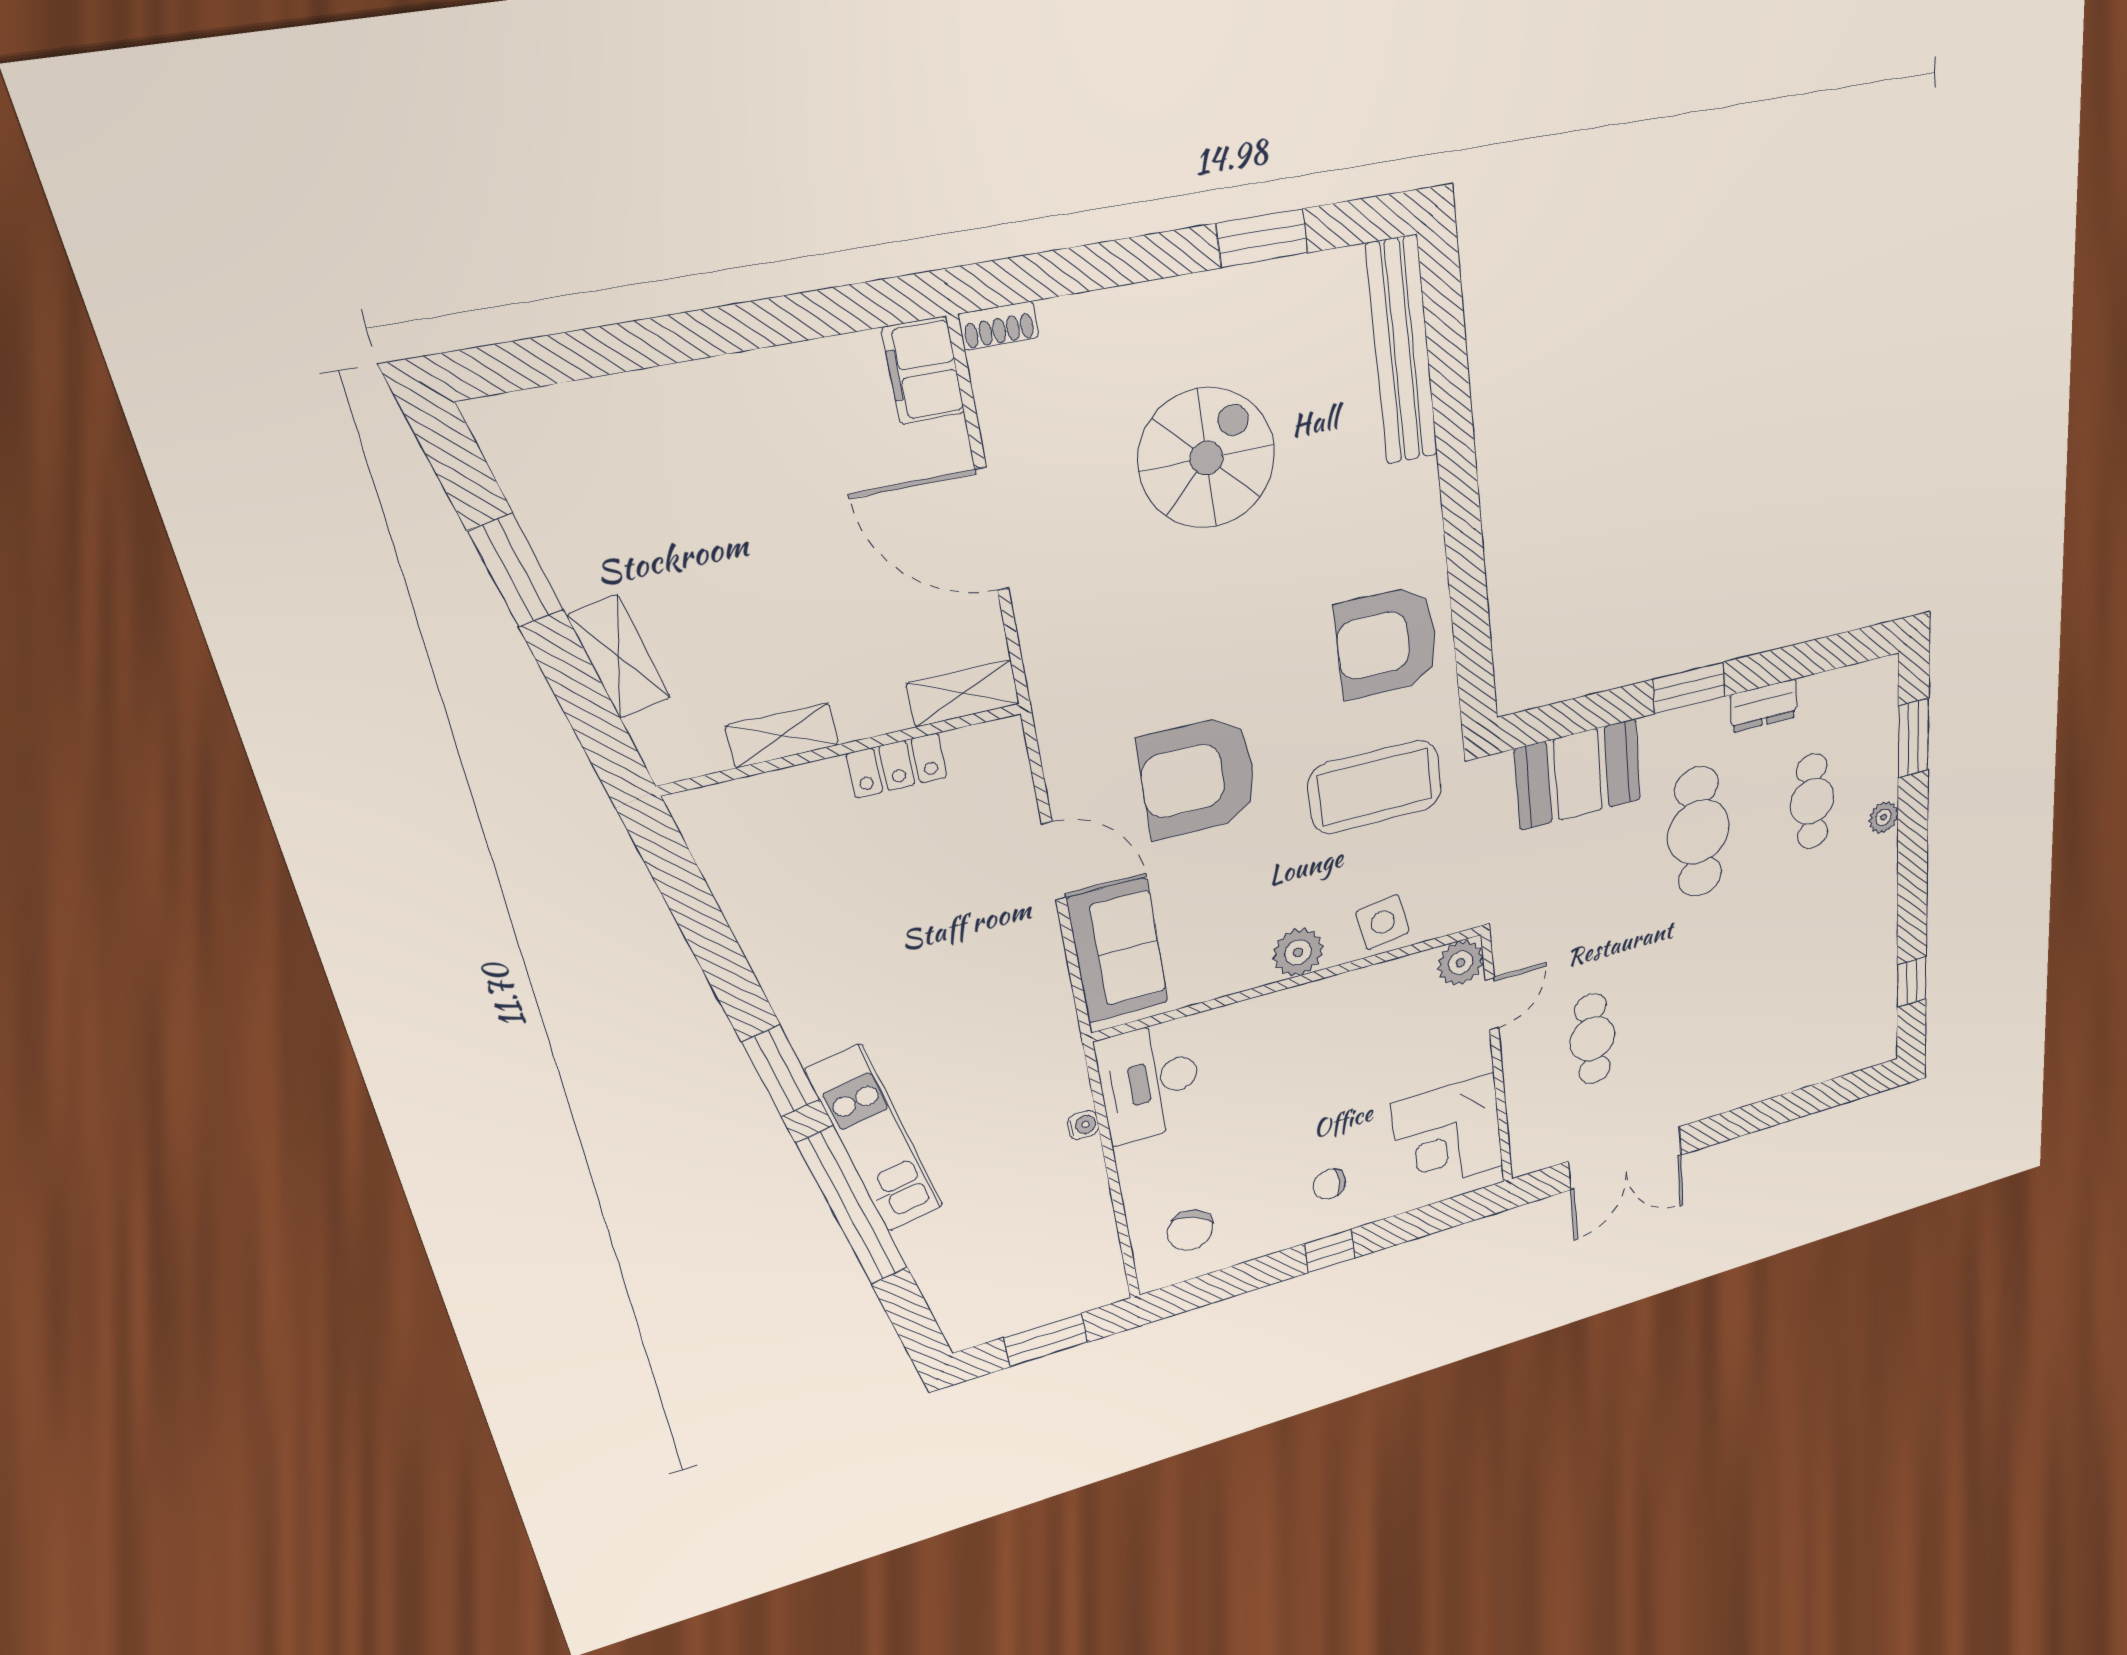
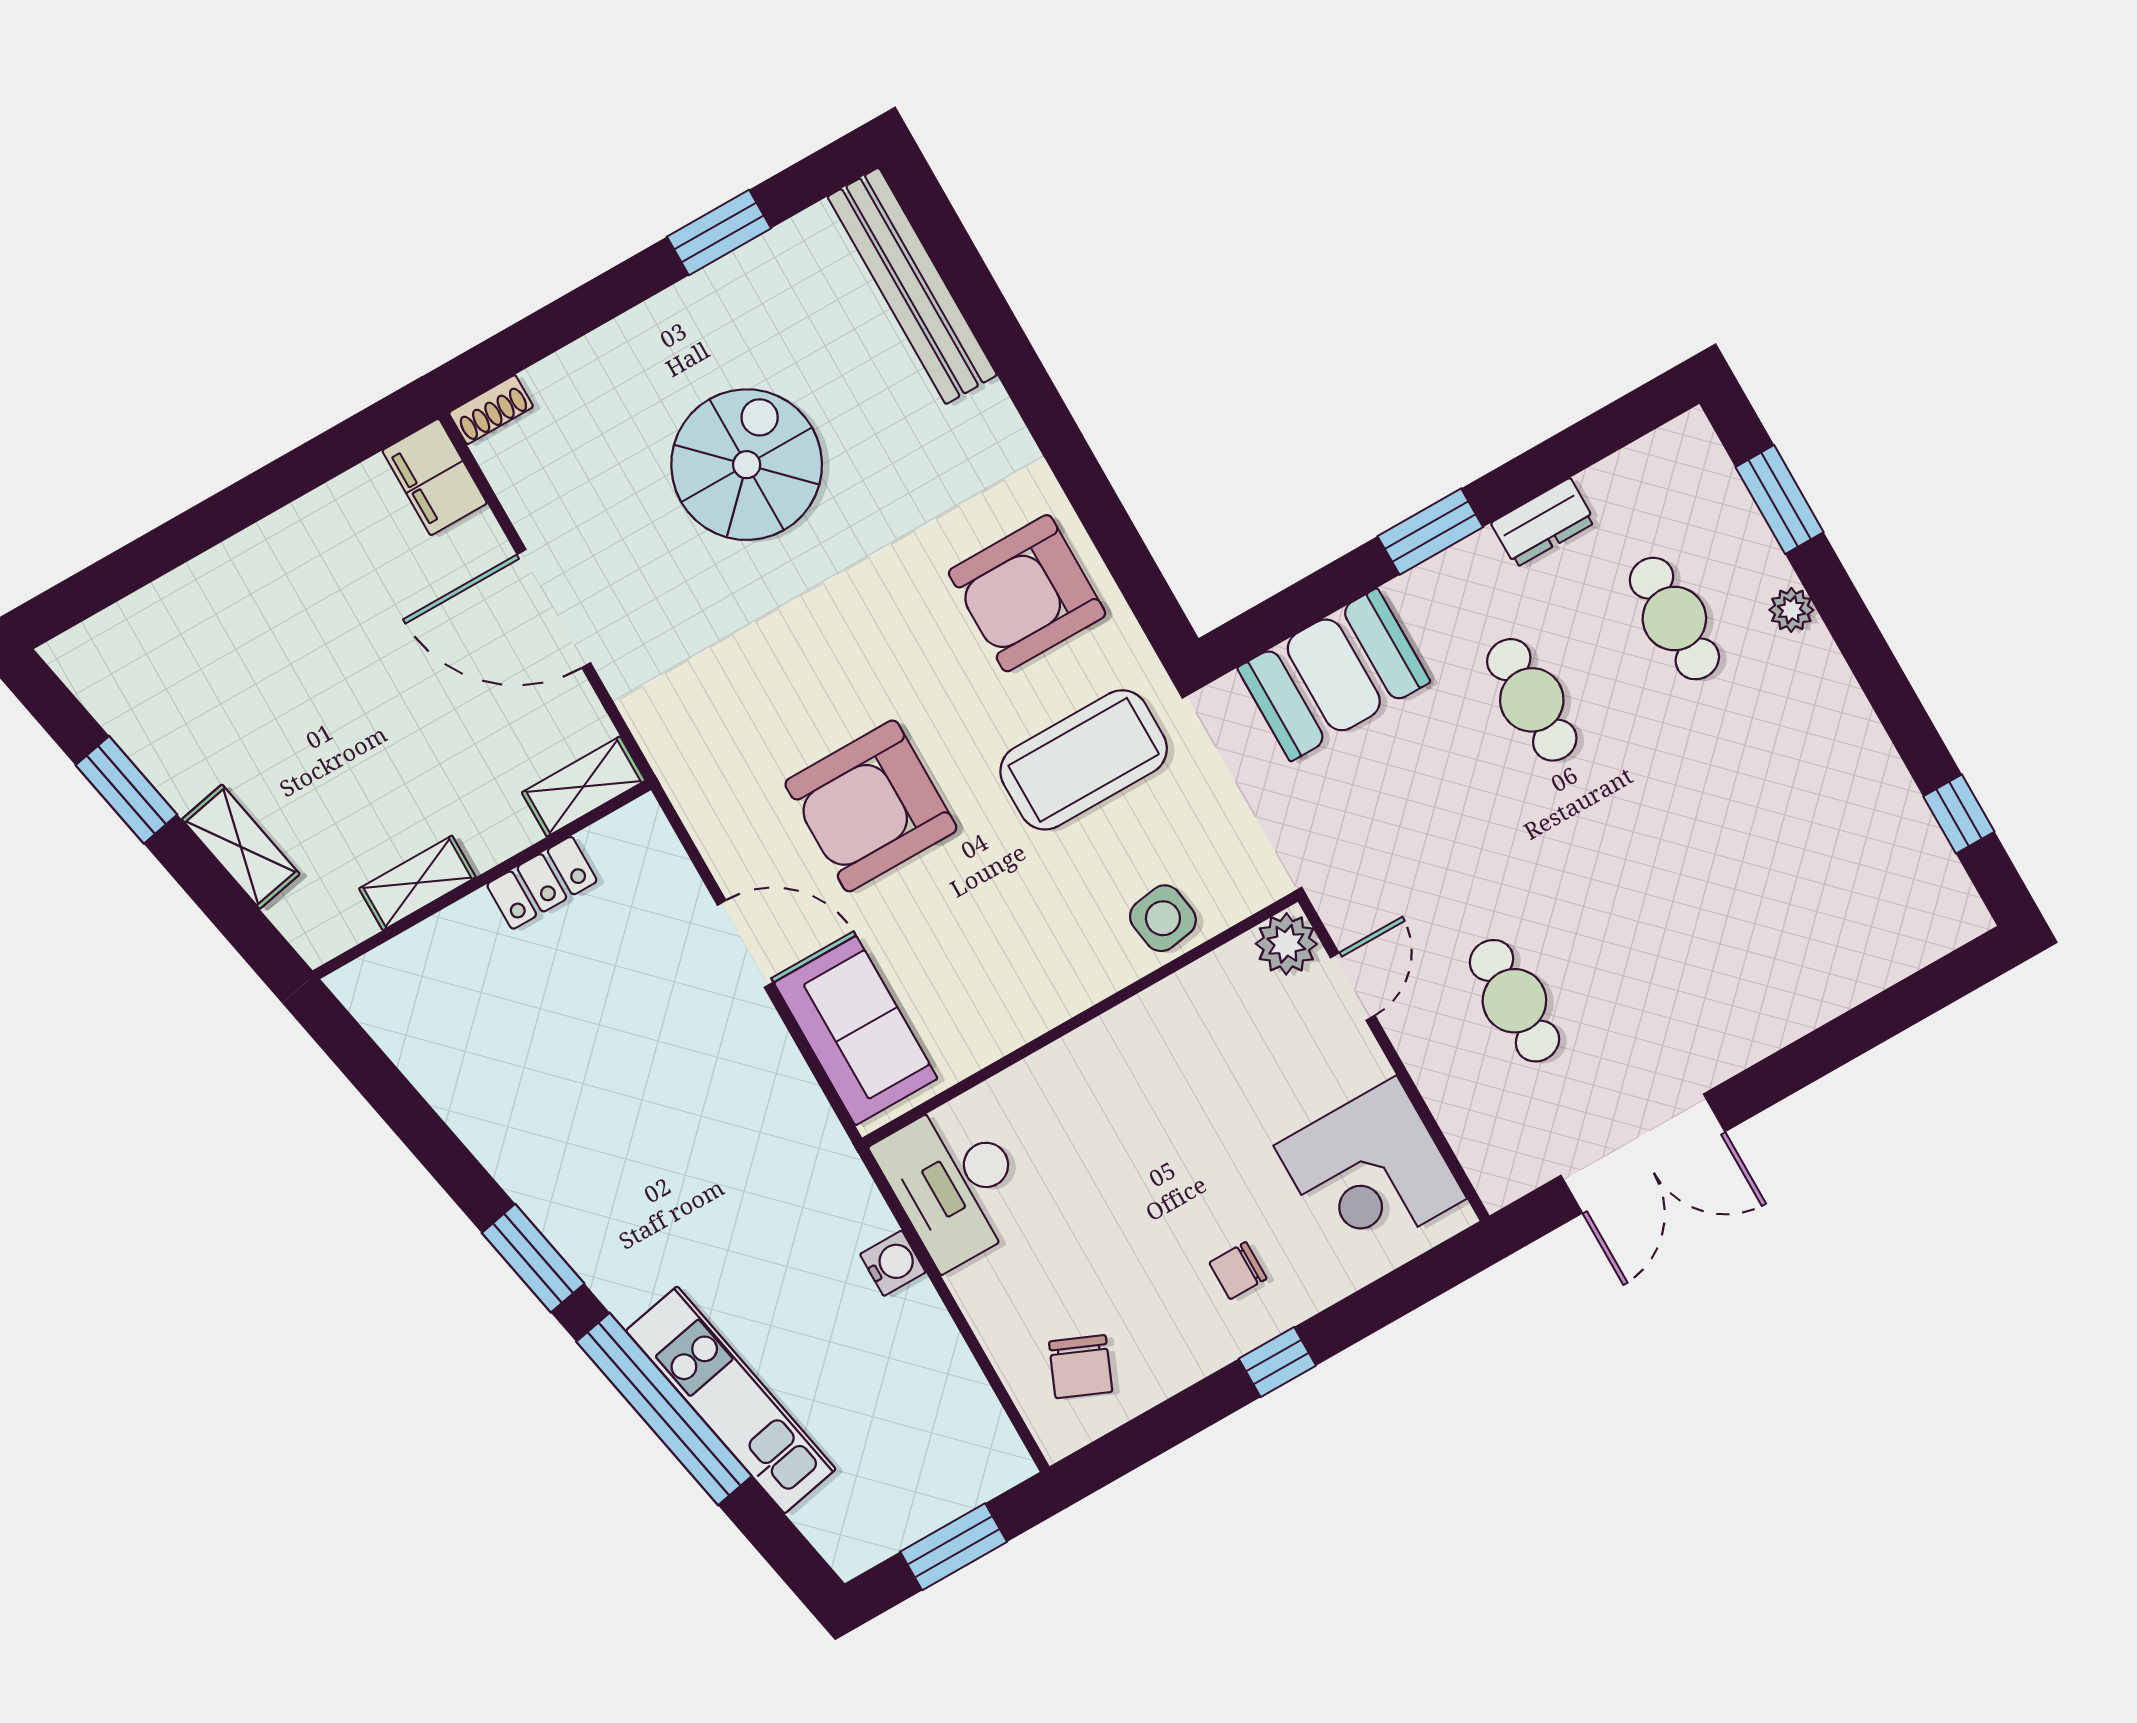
cafe table: (1698, 832) -> (1532, 700), width x0.73, depth x0.74
plant: (1298, 952) -> (1073, 981), removed
water cooler: (1083, 1125) -> (893, 1263), width x1.38, depth x1.38
kitchen unit: (875, 1139) -> (731, 1400), moved

